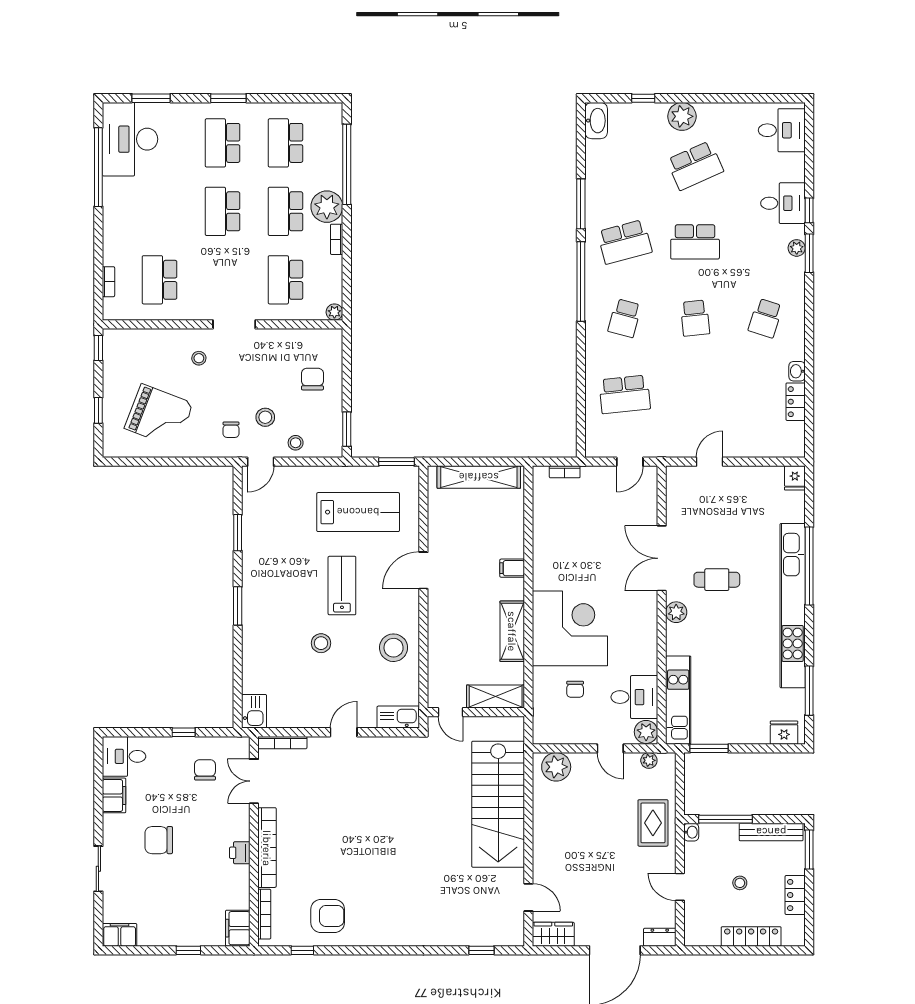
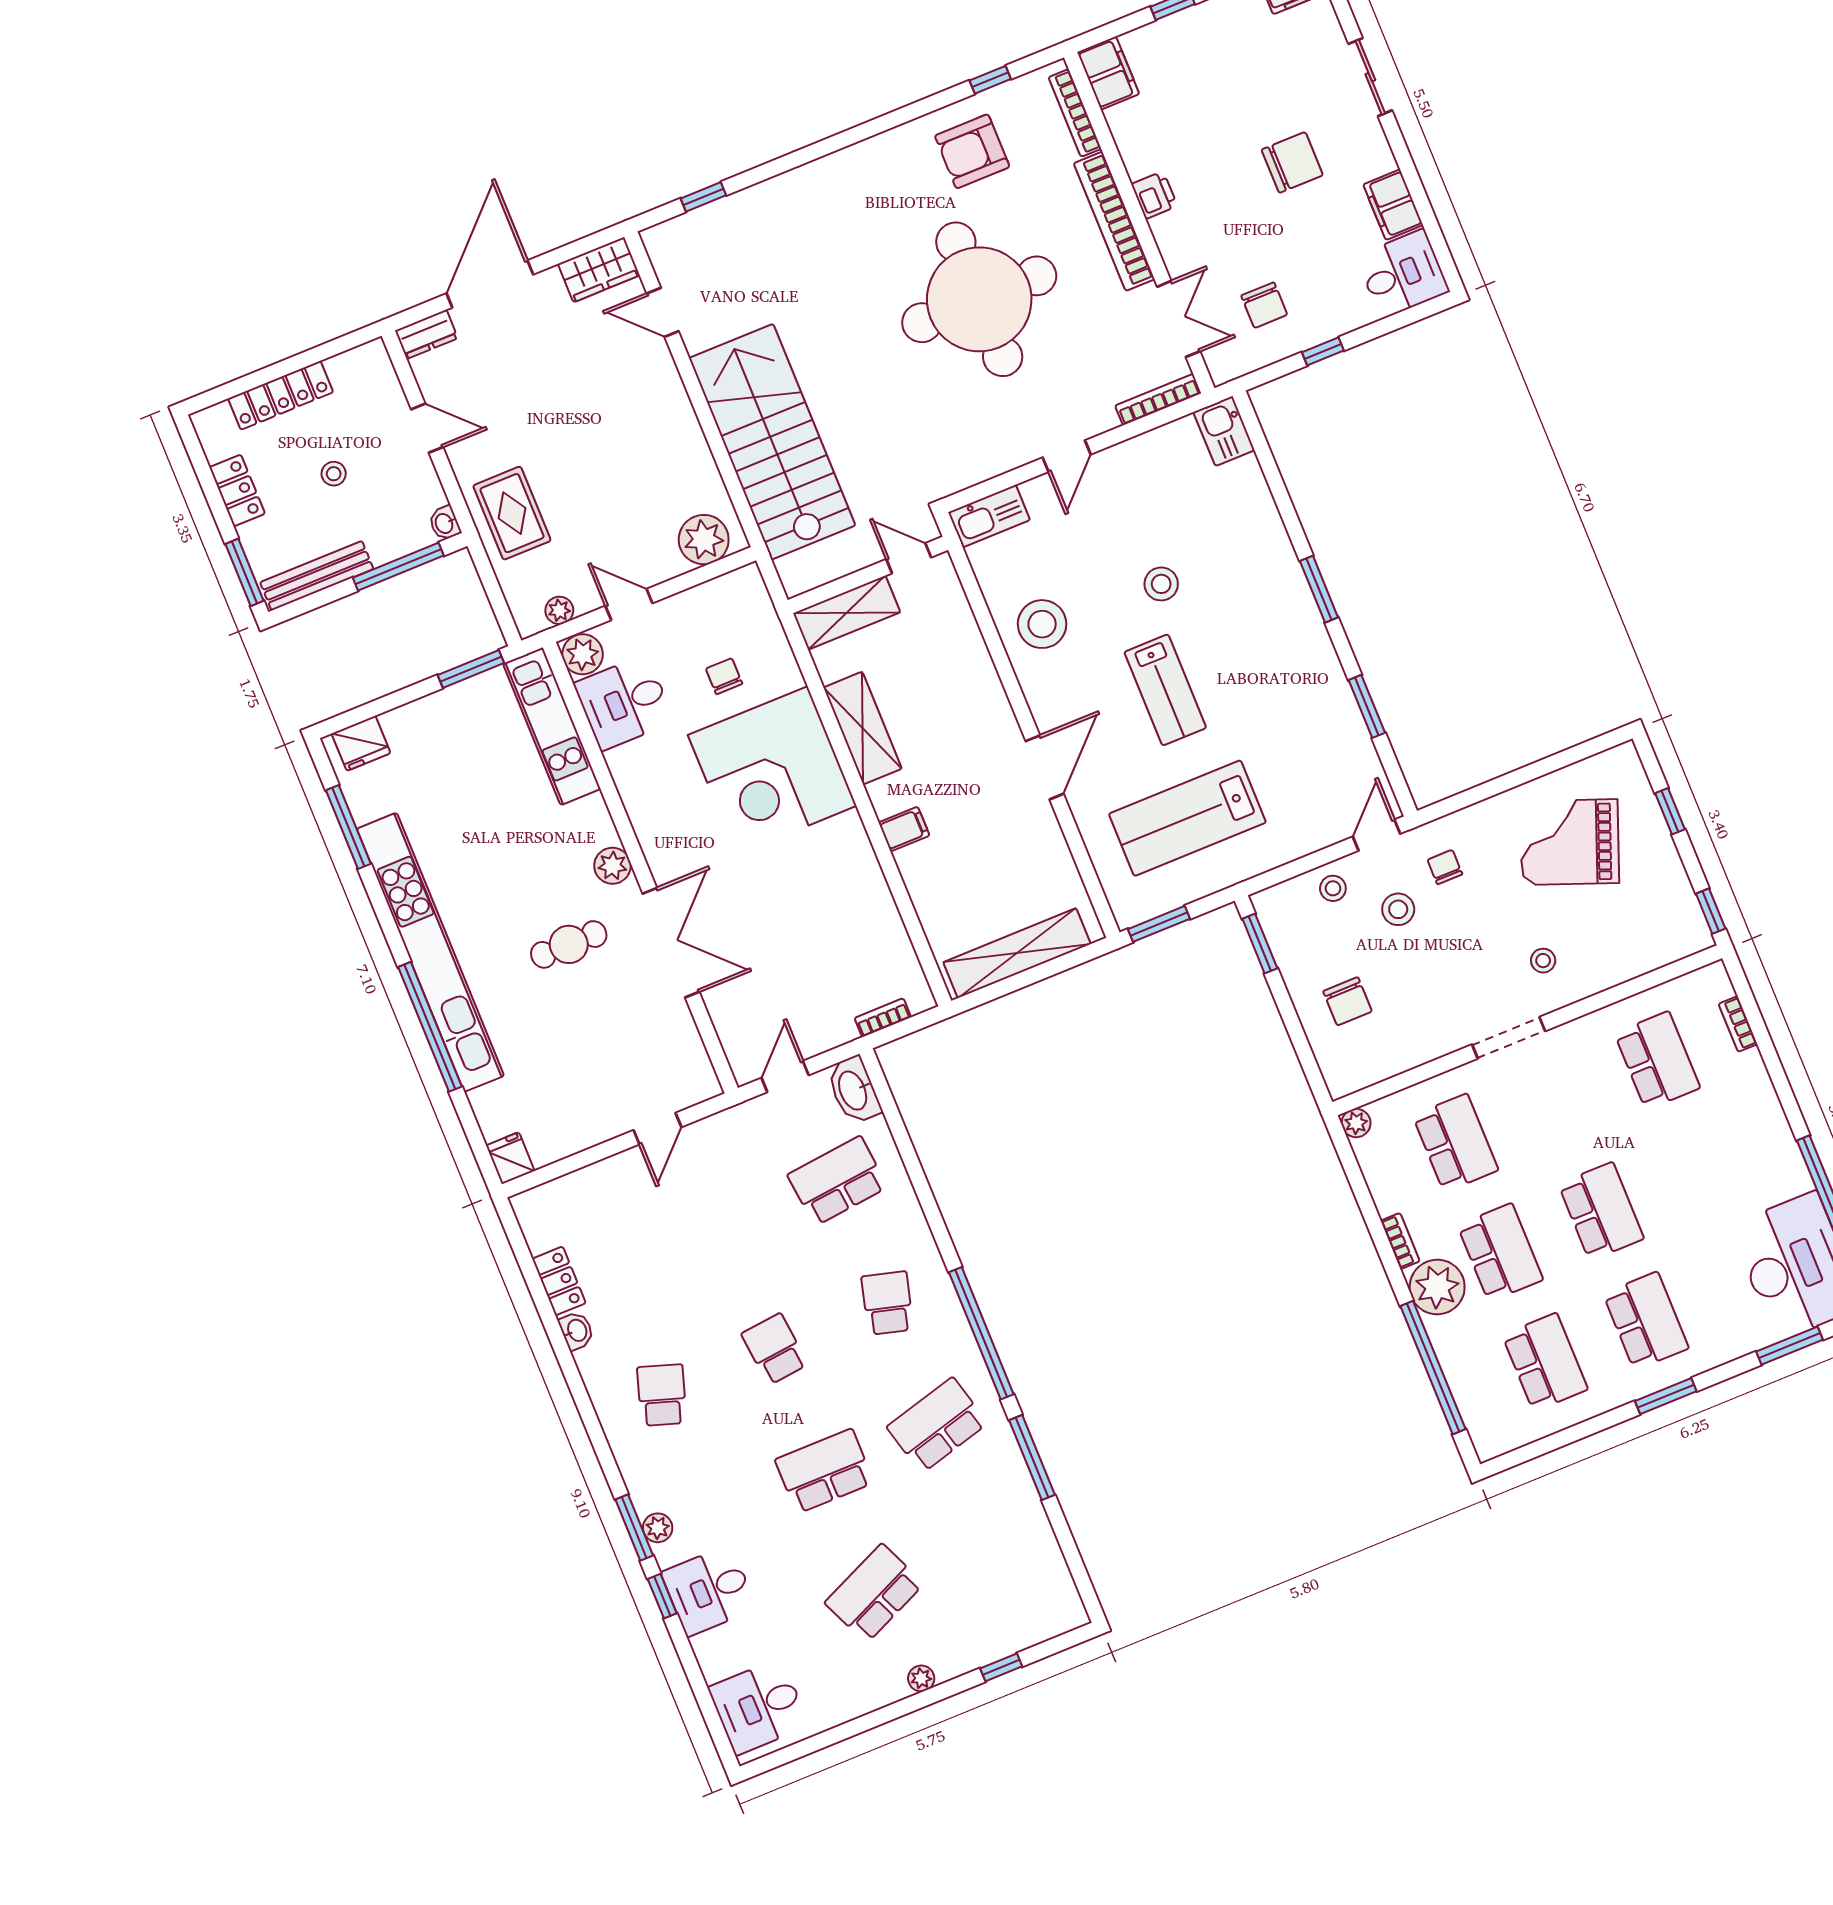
plant: (682, 116) -> (921, 1678), width x0.53, depth x0.53
washbasin: (596, 121) -> (854, 1090), moved
round table: (356, 835) -> (979, 299), added

